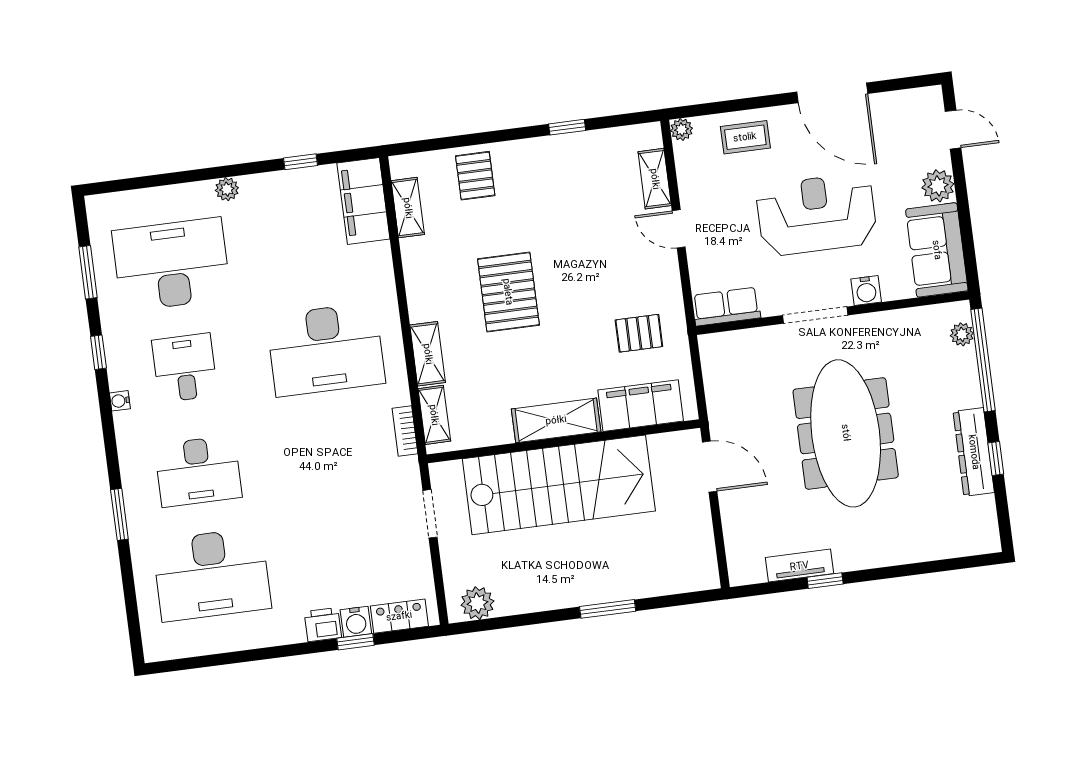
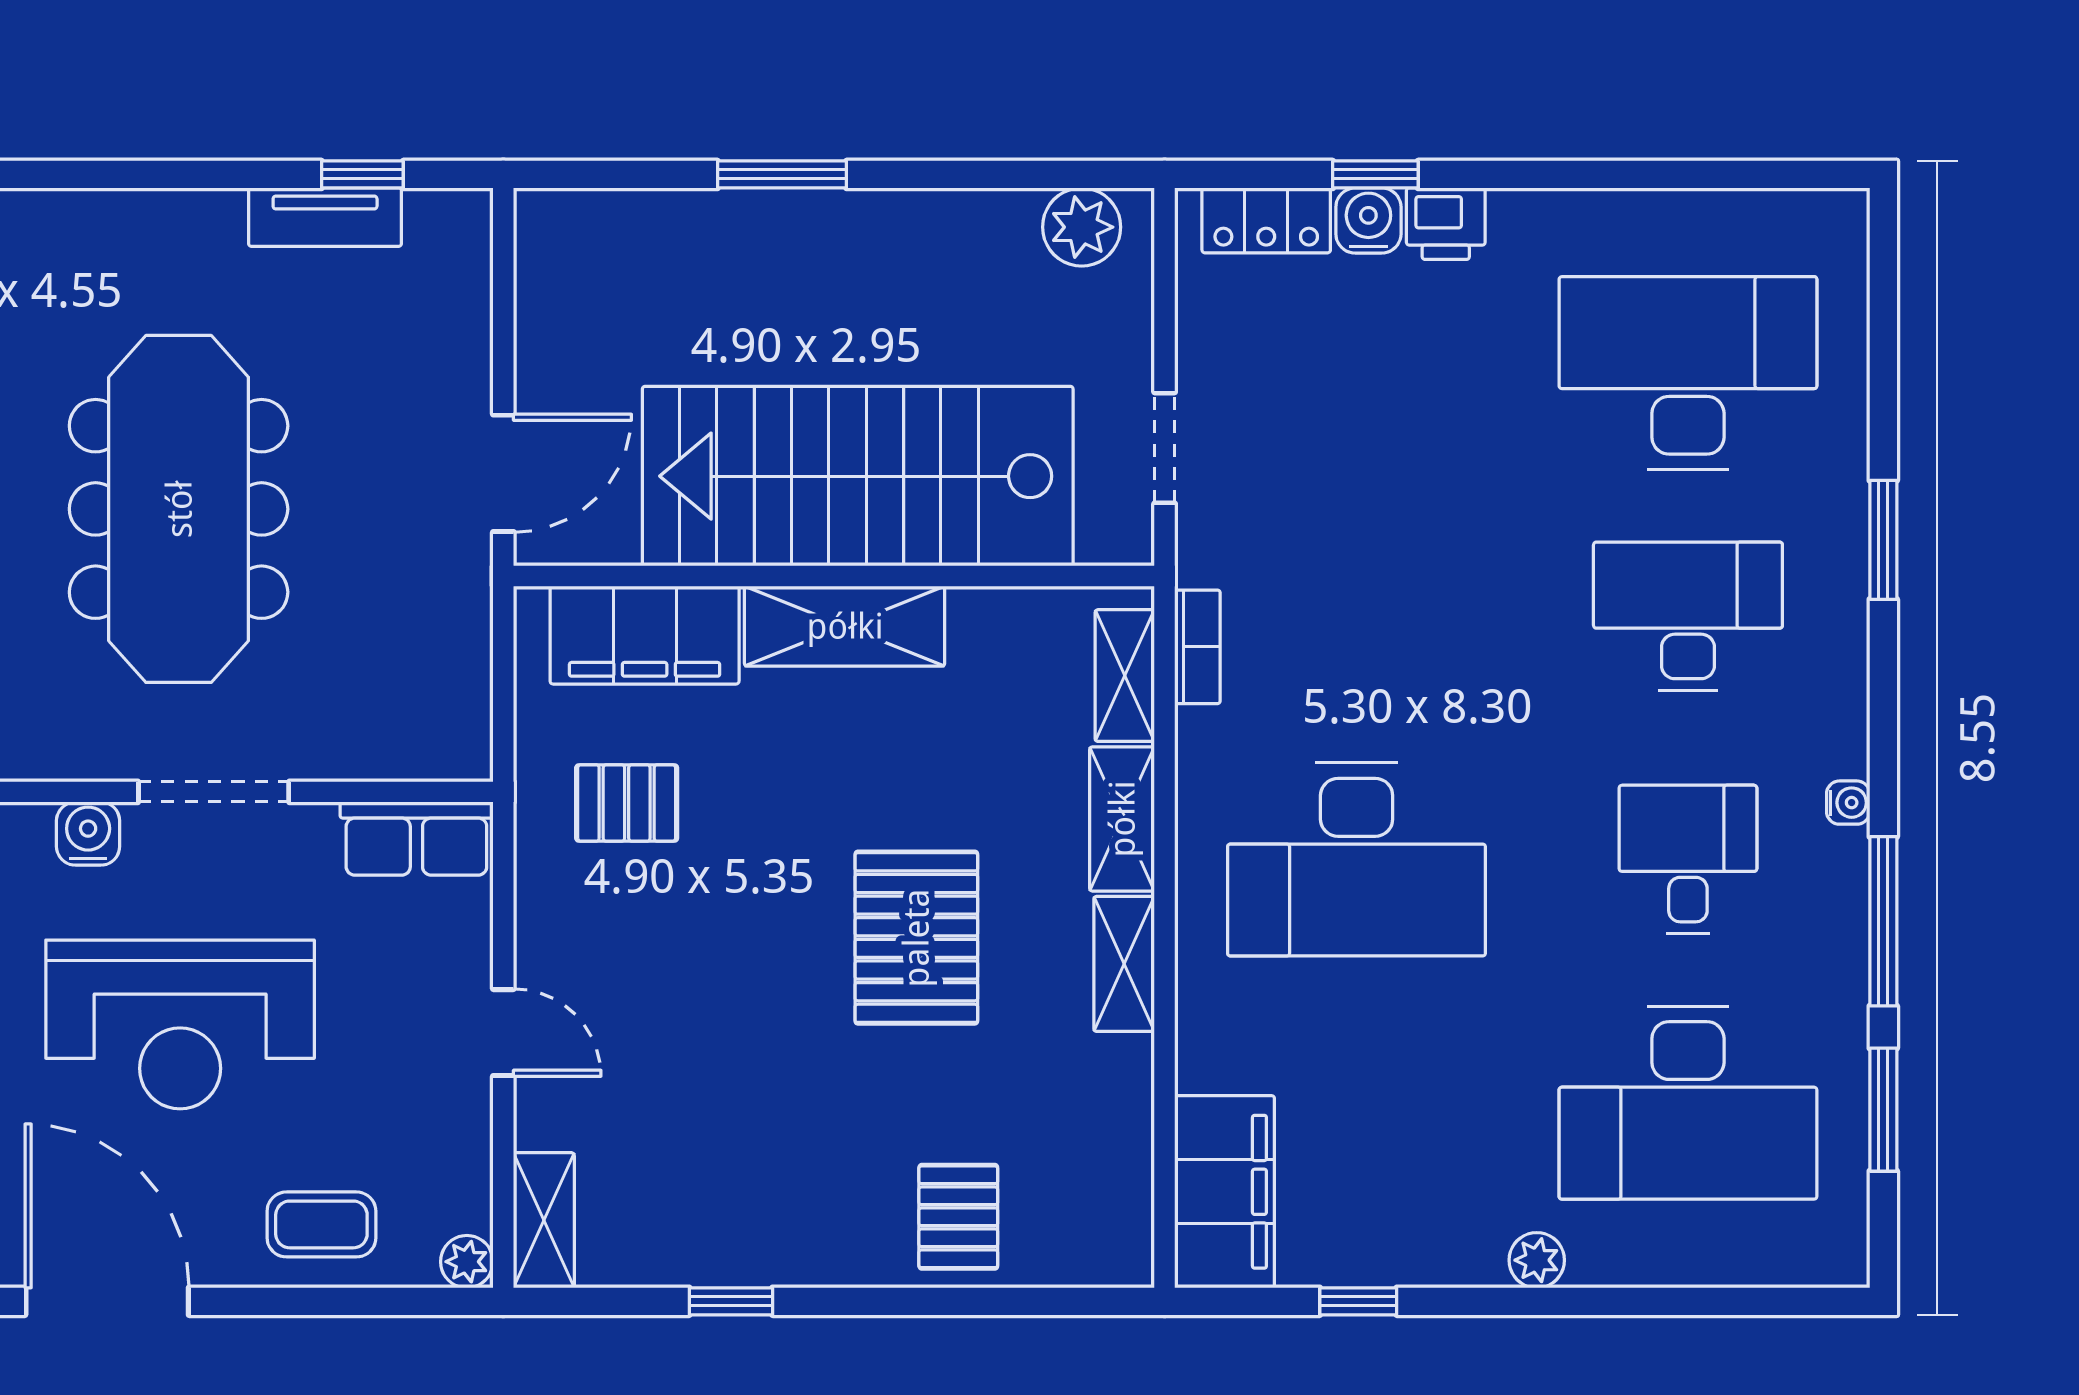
shelving: (655, 179) -> (544, 1220), moved
shelving: (408, 208) -> (1124, 964), moved
desk: (326, 350) -> (1357, 859), turned 180
window: (98, 352) -> (1883, 921), width x2.17
desk: (185, 368) -> (1688, 859), turned 180
door: (710, 467) -> (503, 473), swing flipped
window: (825, 581) -> (362, 174), moved

